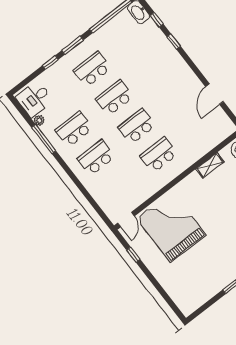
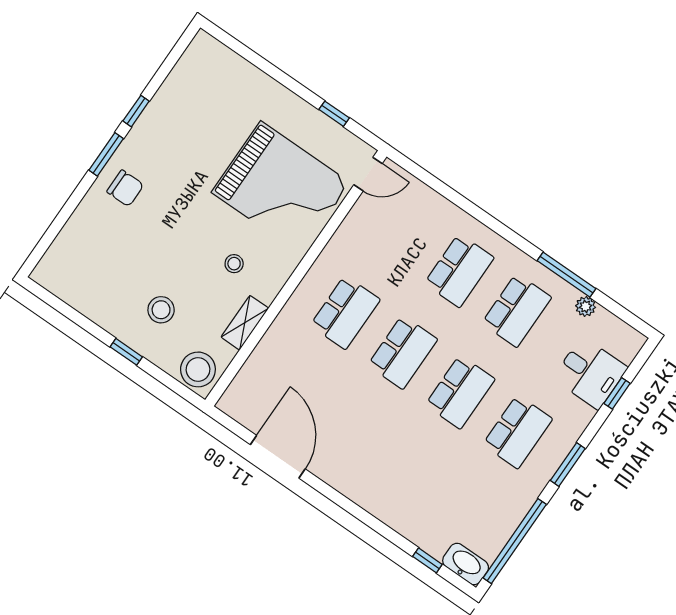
window: (174, 41) -> (384, 530), removed
window: (50, 63) -> (617, 393), moved
door: (214, 94) -> (278, 457), width x1.36
desk: (34, 99) -> (590, 373), moved, turned 90
stool: (206, 196) -> (234, 264), added
door: (126, 220) -> (368, 174), swing flipped

